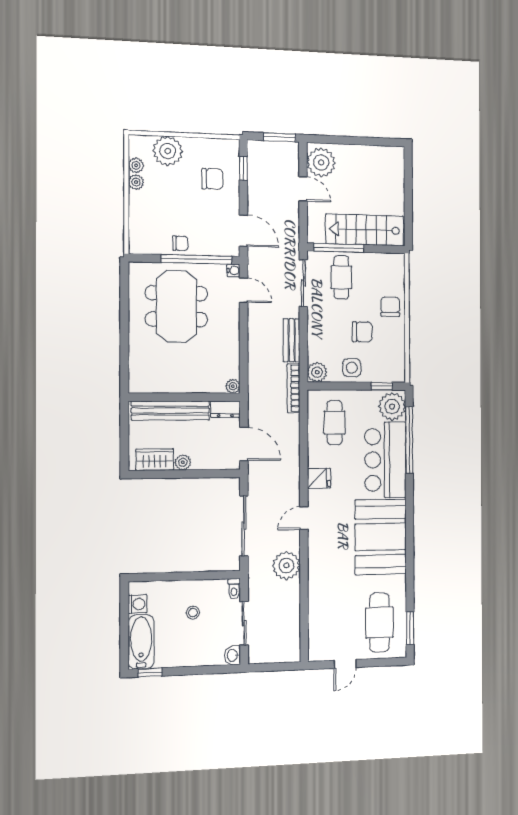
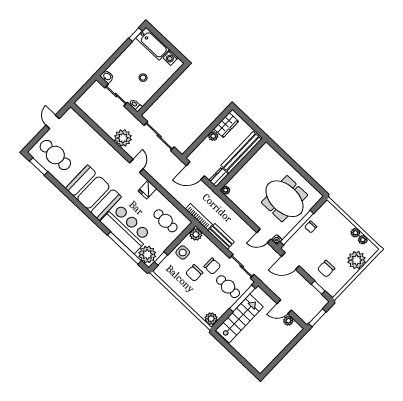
plant: (321, 162) -> (288, 321), width x0.53, depth x0.53
plant: (395, 263) -> (211, 319), added
chair: (390, 307) -> (212, 266), moved

